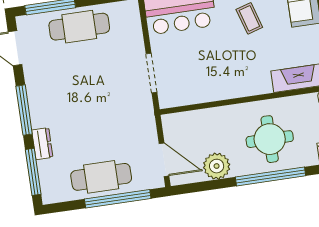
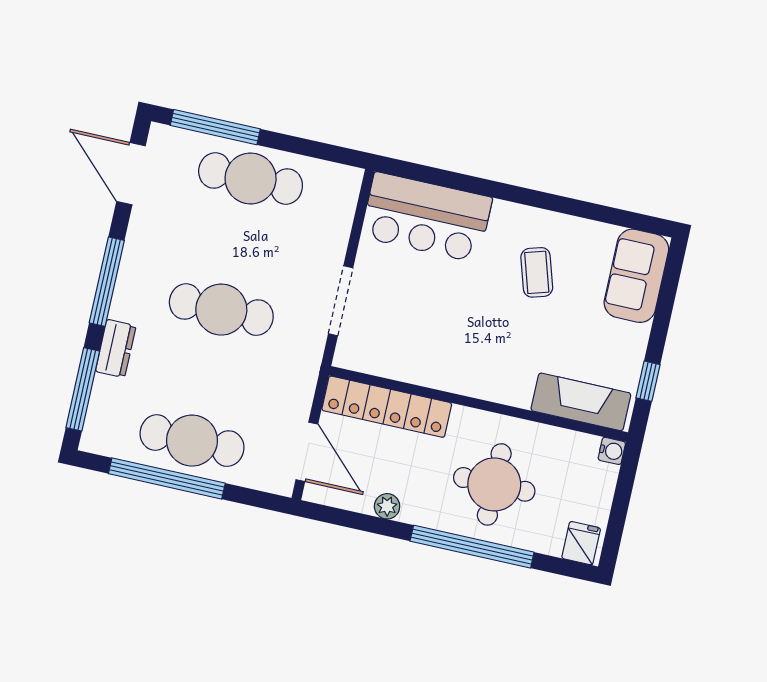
cafe table: (90, 102) -> (221, 310), added
locker: (197, 120) -> (387, 407), added
plant: (217, 166) -> (387, 506), width x0.53, depth x0.53
window: (118, 199) -> (167, 478), moved

